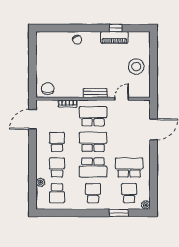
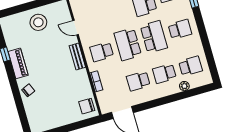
piano: (114, 37) -> (18, 63), moved
school desk: (93, 116) -> (102, 52), width x0.54
school desk: (93, 193) -> (180, 29), turned 180

